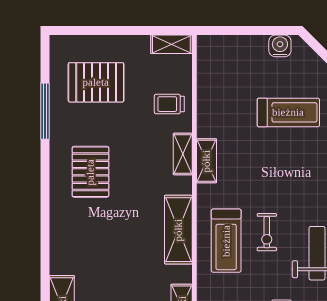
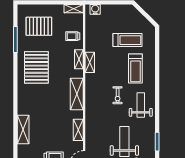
water cooler: (280, 46) -> (95, 9), moved
pallet: (90, 172) -> (36, 67), width x1.37, depth x1.41
treadmill: (226, 241) -> (135, 68), moved

